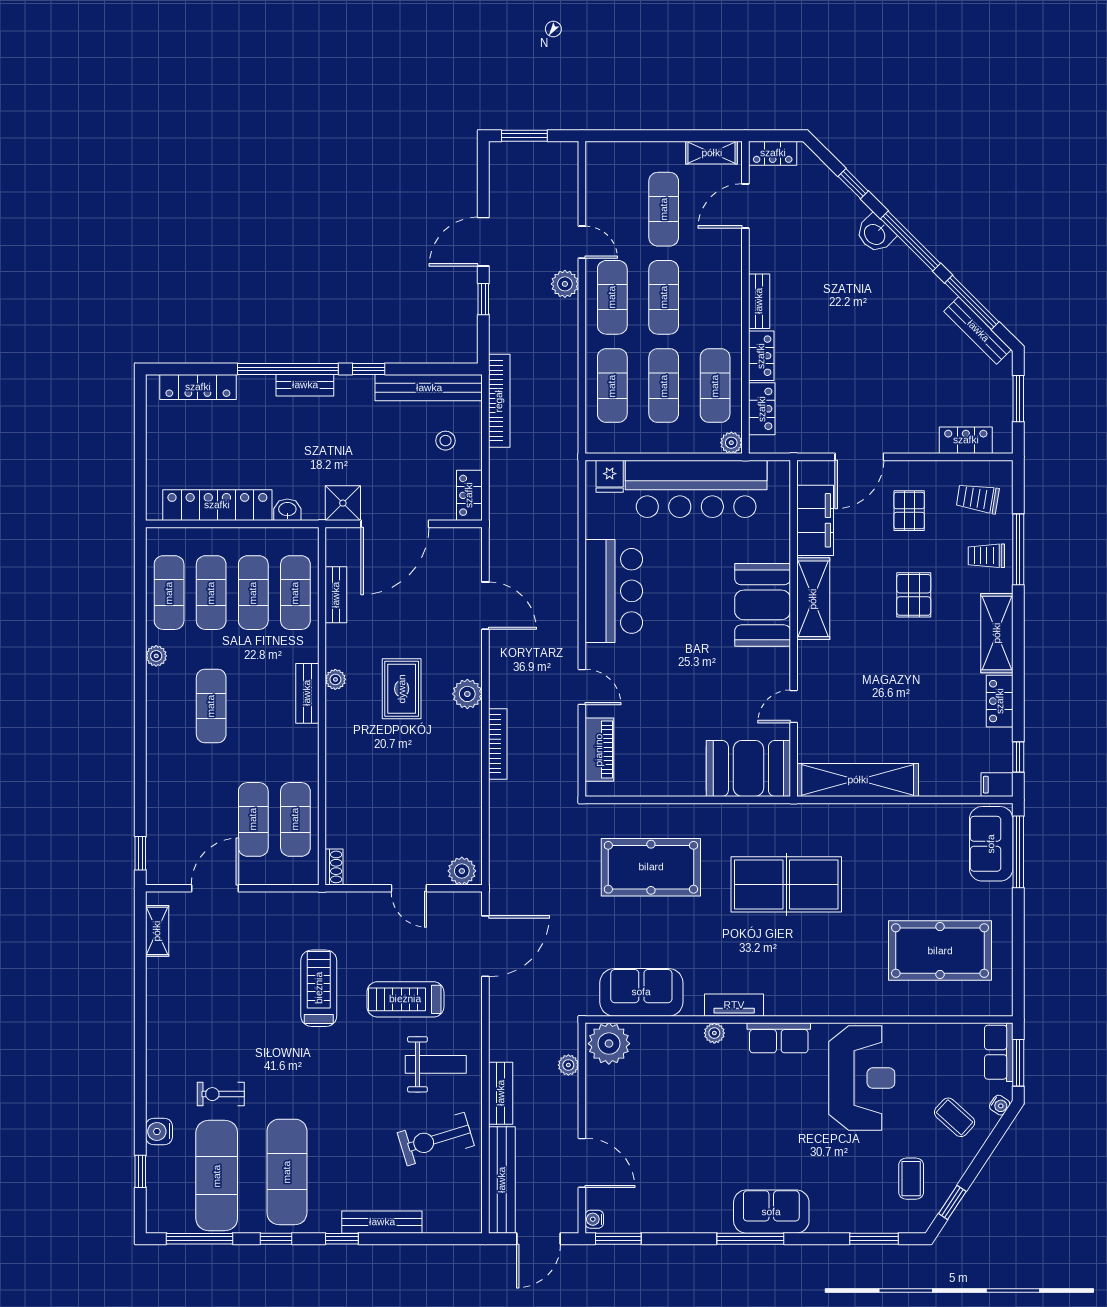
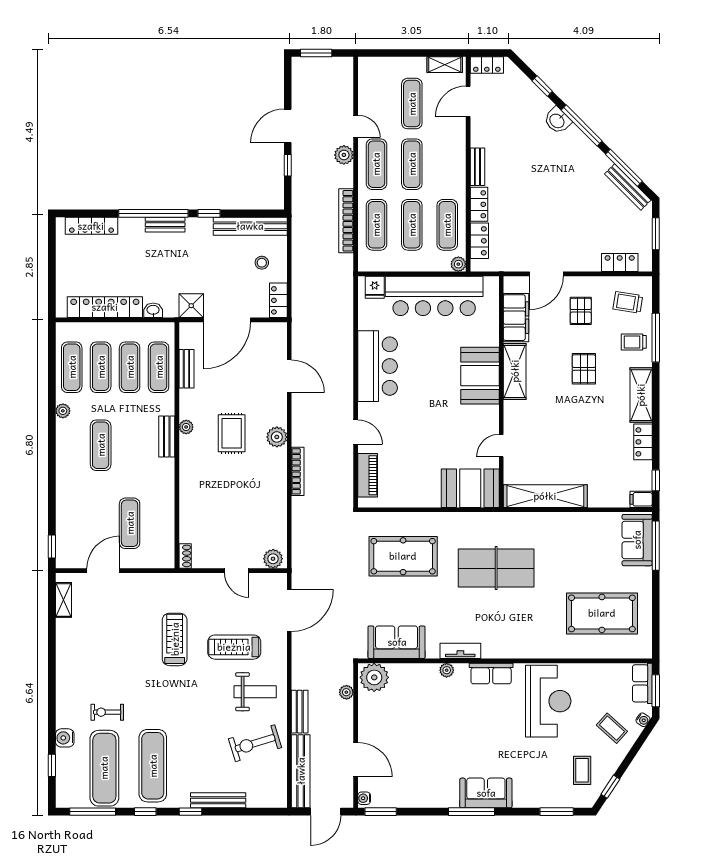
bookcase: (499, 401) -> (346, 221), moved, turned 180
exercise mat: (295, 819) -> (159, 523), removed

